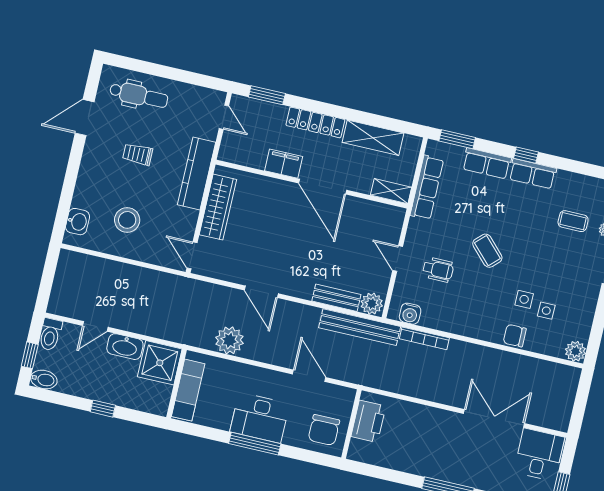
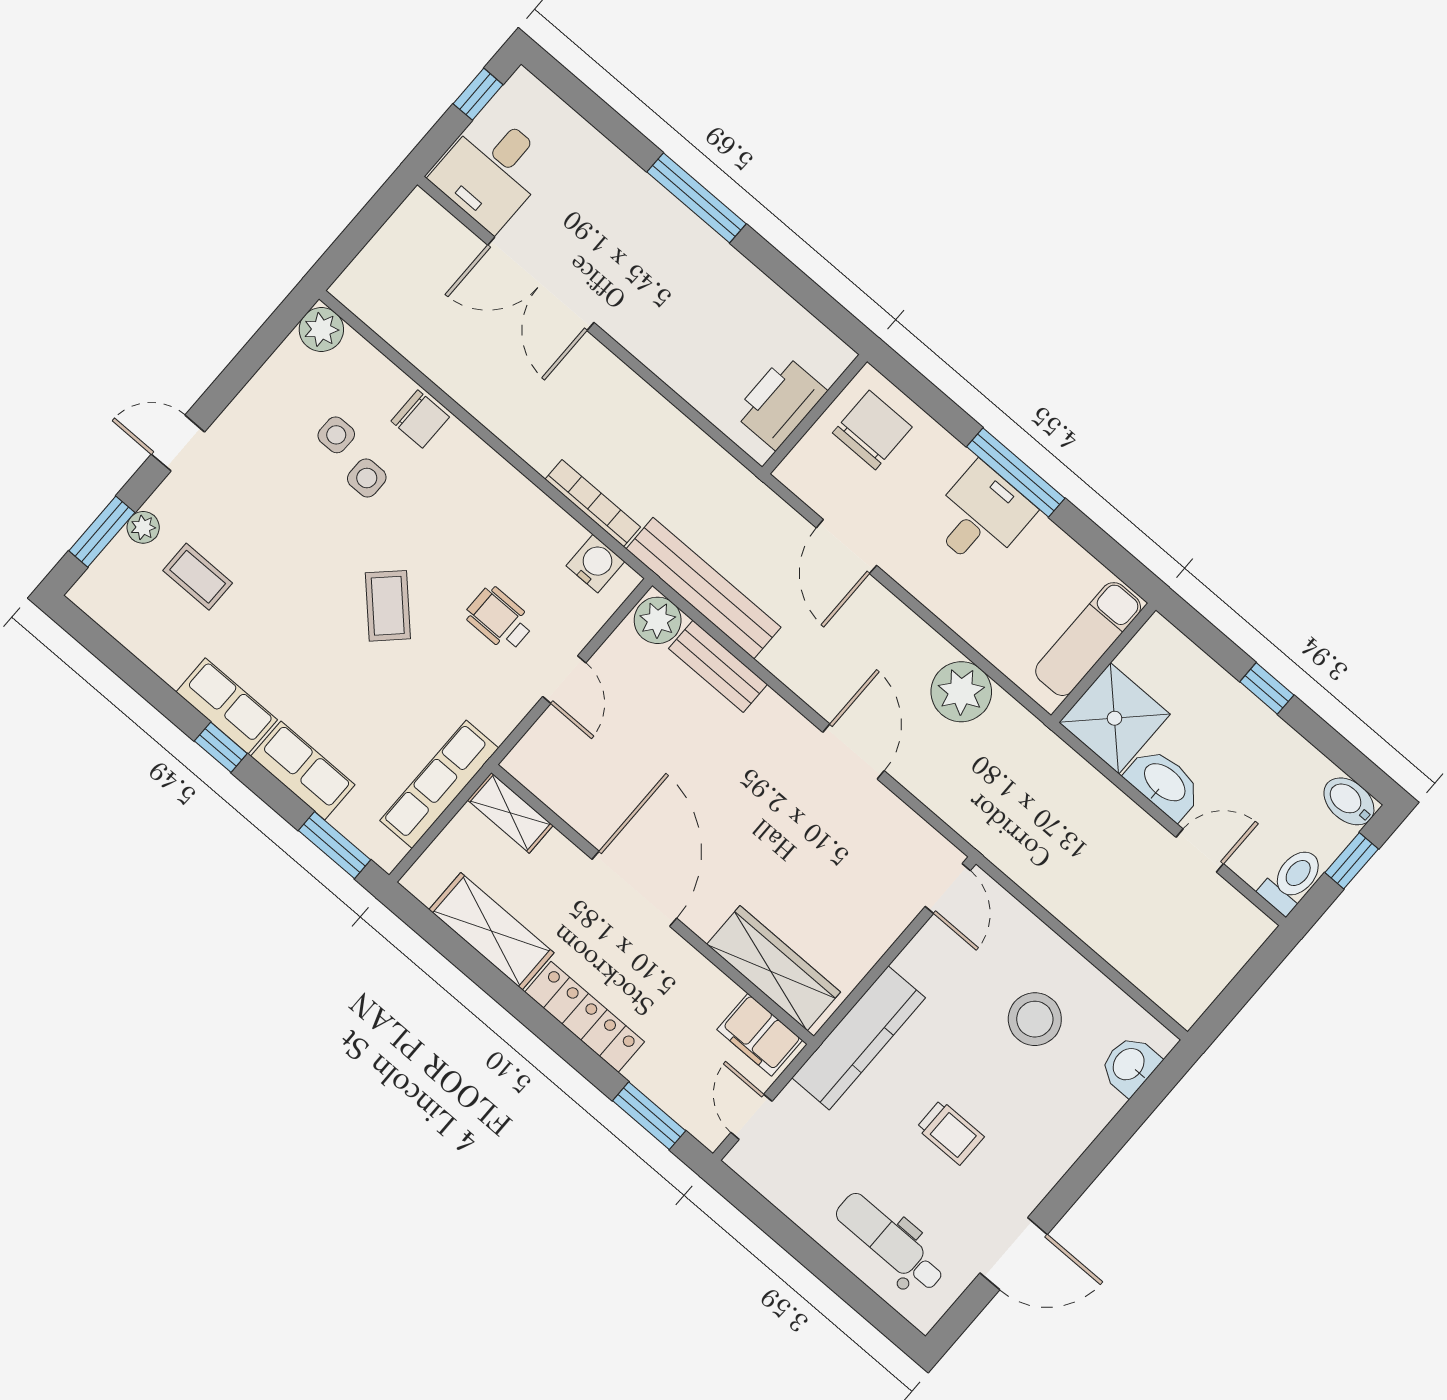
filing cabinet: (284, 164) -> (760, 1035), moved
wardrobe: (218, 207) -> (774, 968), moved, turned 90
desk: (260, 418) -> (981, 516), width x0.73

